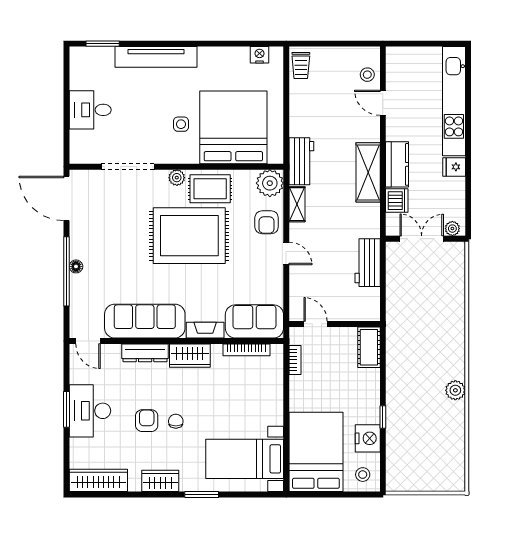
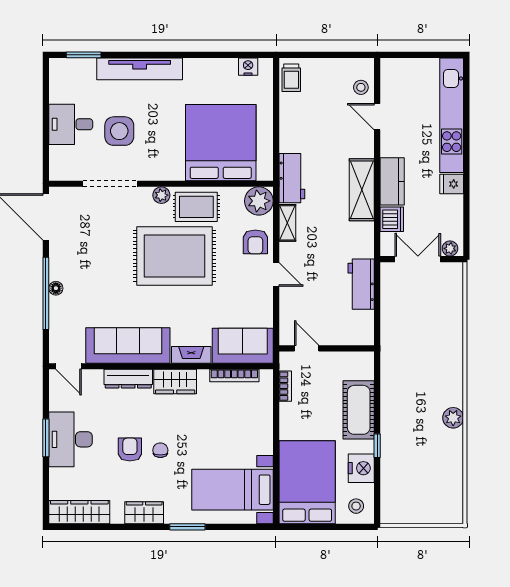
side table: (181, 124) -> (119, 131), moved, width x1.87, depth x1.87
cot: (369, 347) -> (359, 410), moved, width x1.37, depth x1.34

